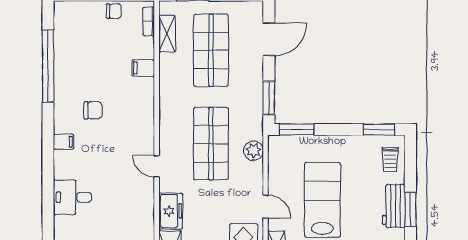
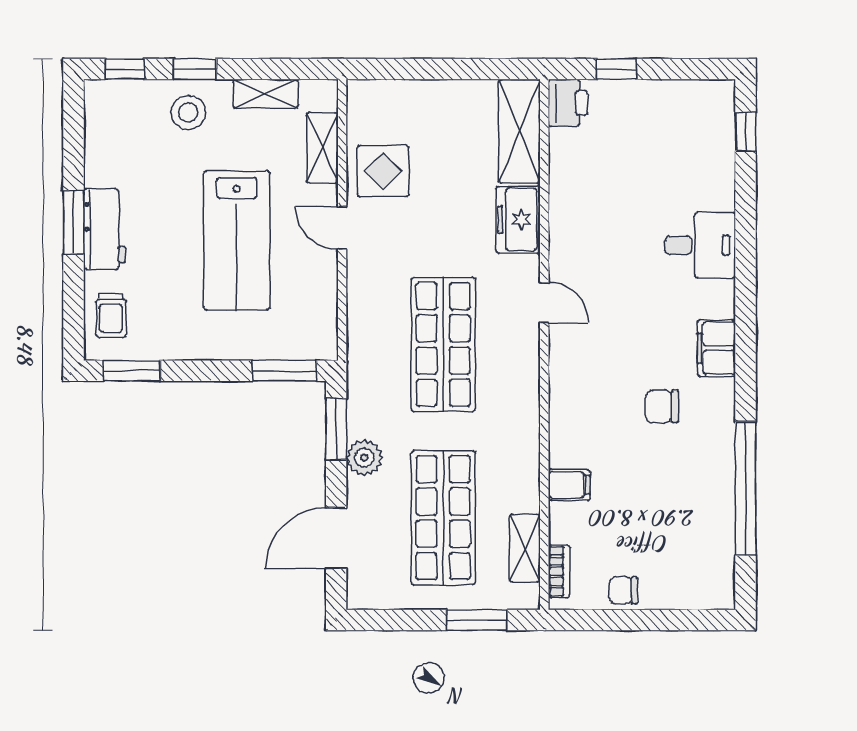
filing cabinet: (64, 142) -> (716, 348), width x2.00
plant: (254, 151) -> (364, 458), moved
trolley: (390, 160) -> (111, 315), turned 180

